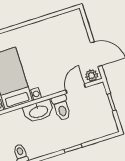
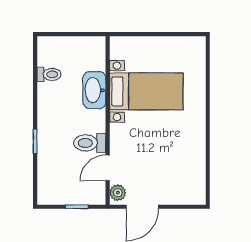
door: (76, 89) -> (108, 168), swing flipped
washbasin: (38, 111) -> (94, 90), moved

